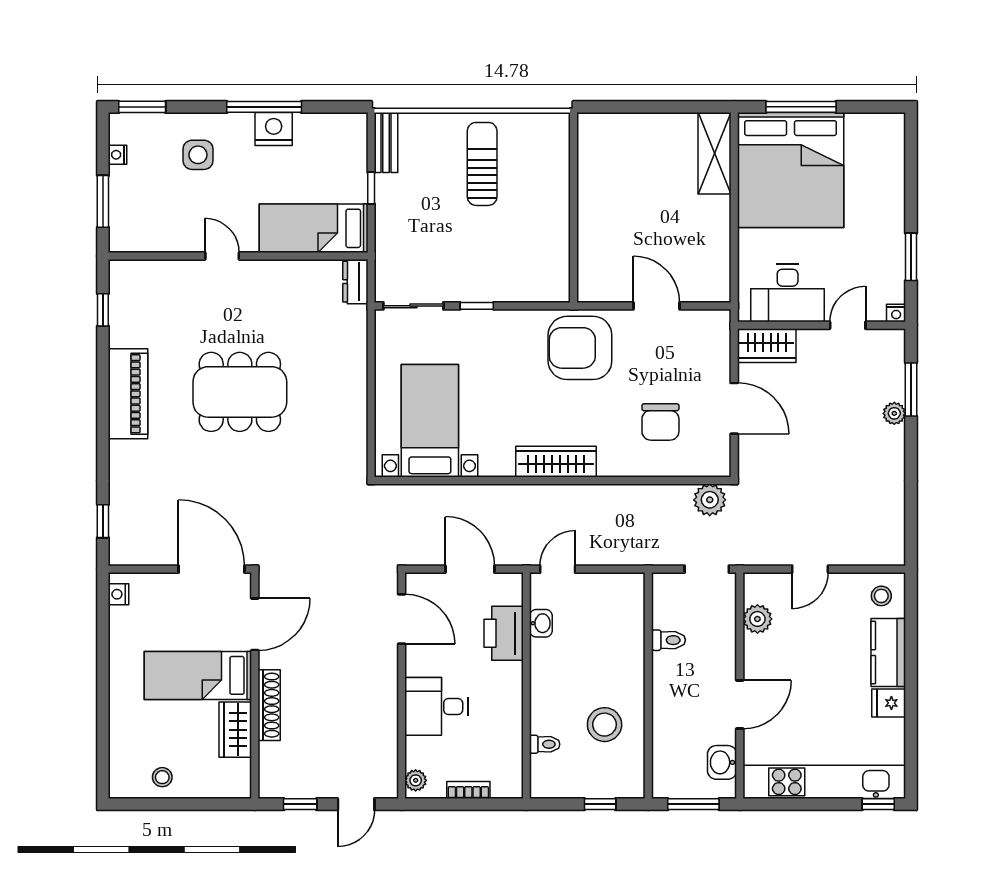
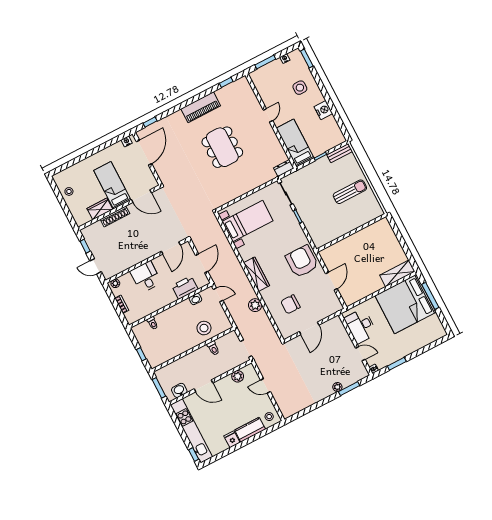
window: (264, 107) -> (330, 102), removed
wardrobe: (767, 346) -> (338, 328), removed
plant: (710, 500) -> (255, 305), moved
door: (212, 569) -> (144, 153), moved
stool: (605, 725) -> (204, 328), moved

